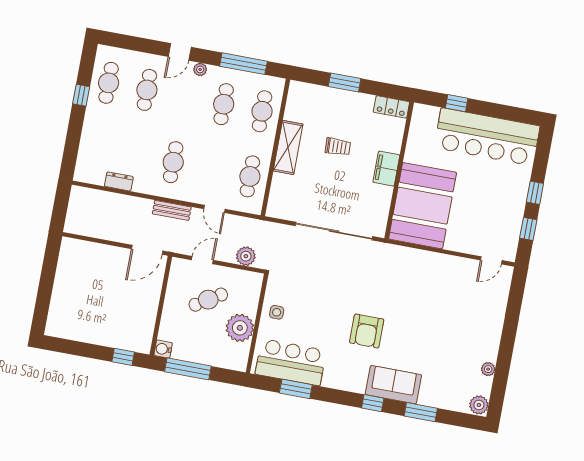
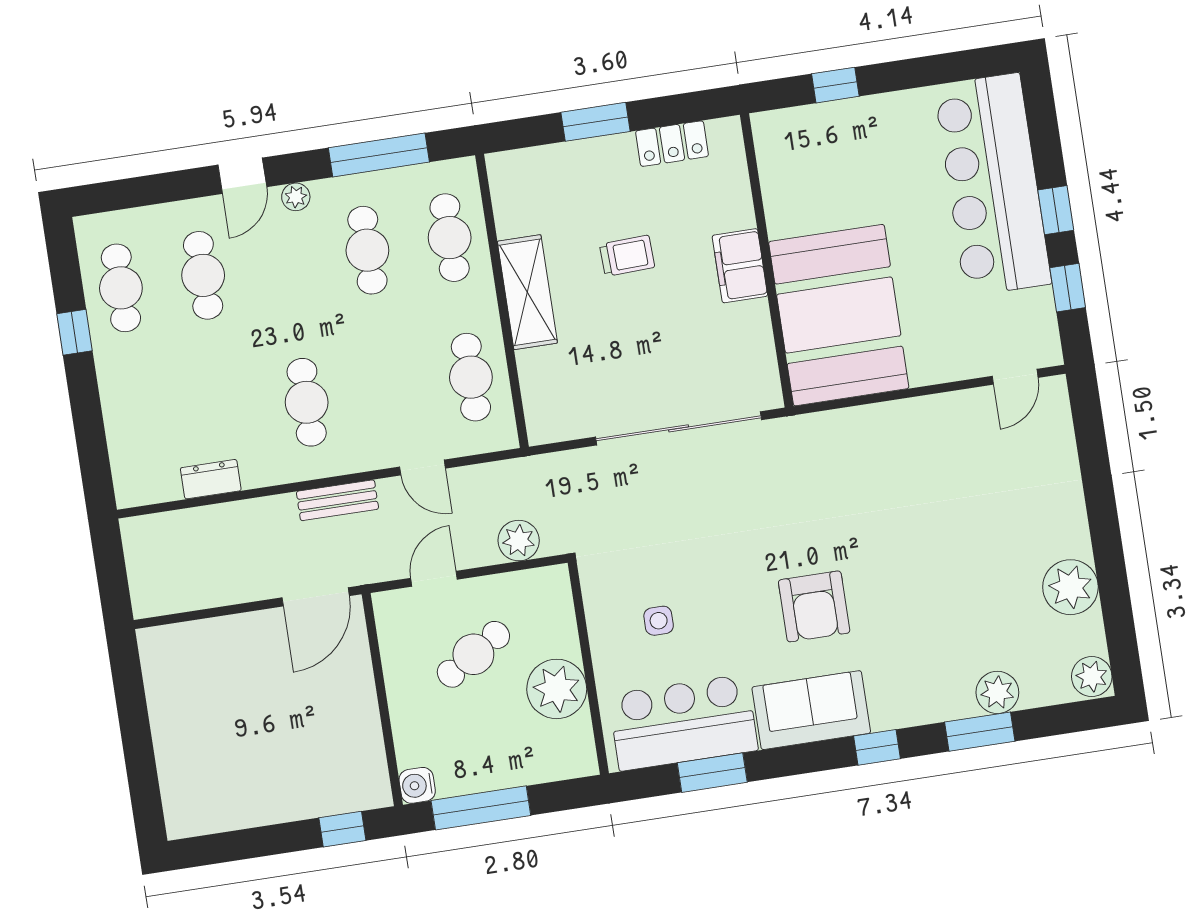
locker: (391, 107) -> (672, 144), moved
bar counter: (487, 137) -> (993, 185), moved, turned 90
side table: (277, 312) -> (659, 621), moved
plant: (488, 369) -> (1070, 587), width x1.87, depth x1.87
sofa: (393, 385) -> (811, 710), moved
plant: (435, 397) -> (997, 692), added

